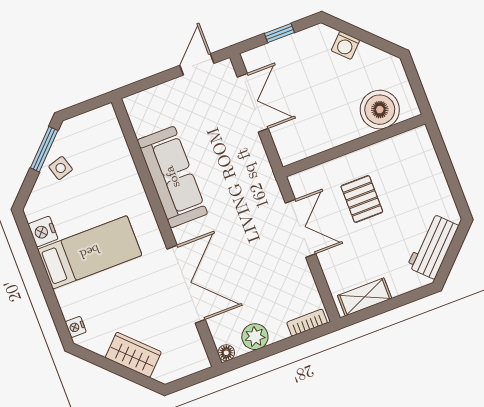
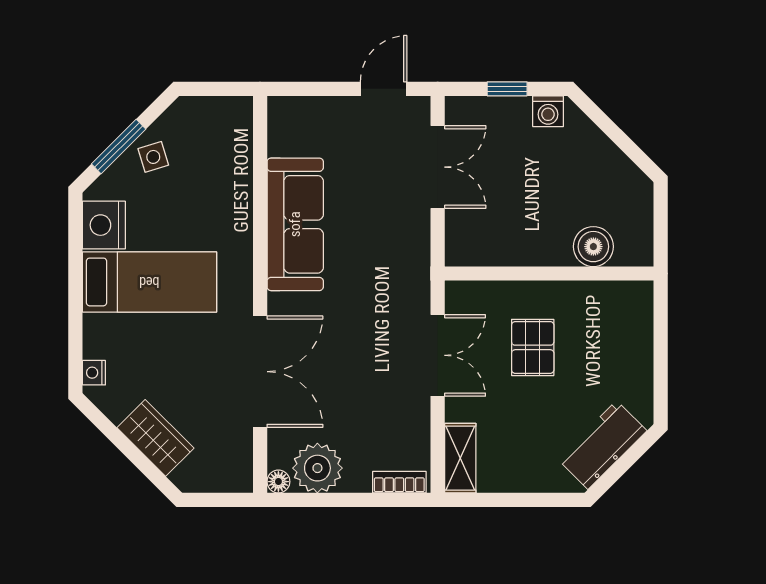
washing machine: (345, 45) -> (548, 111), moved, turned -45
boiler: (380, 110) -> (593, 247), width x0.73, depth x0.73
window: (44, 149) -> (119, 146), moved
nightstand: (43, 232) -> (104, 225), width x1.36, depth x1.33
shelving: (365, 297) -> (460, 458), moved, turned 90
plant: (255, 337) -> (317, 468), width x1.36, depth x1.36

